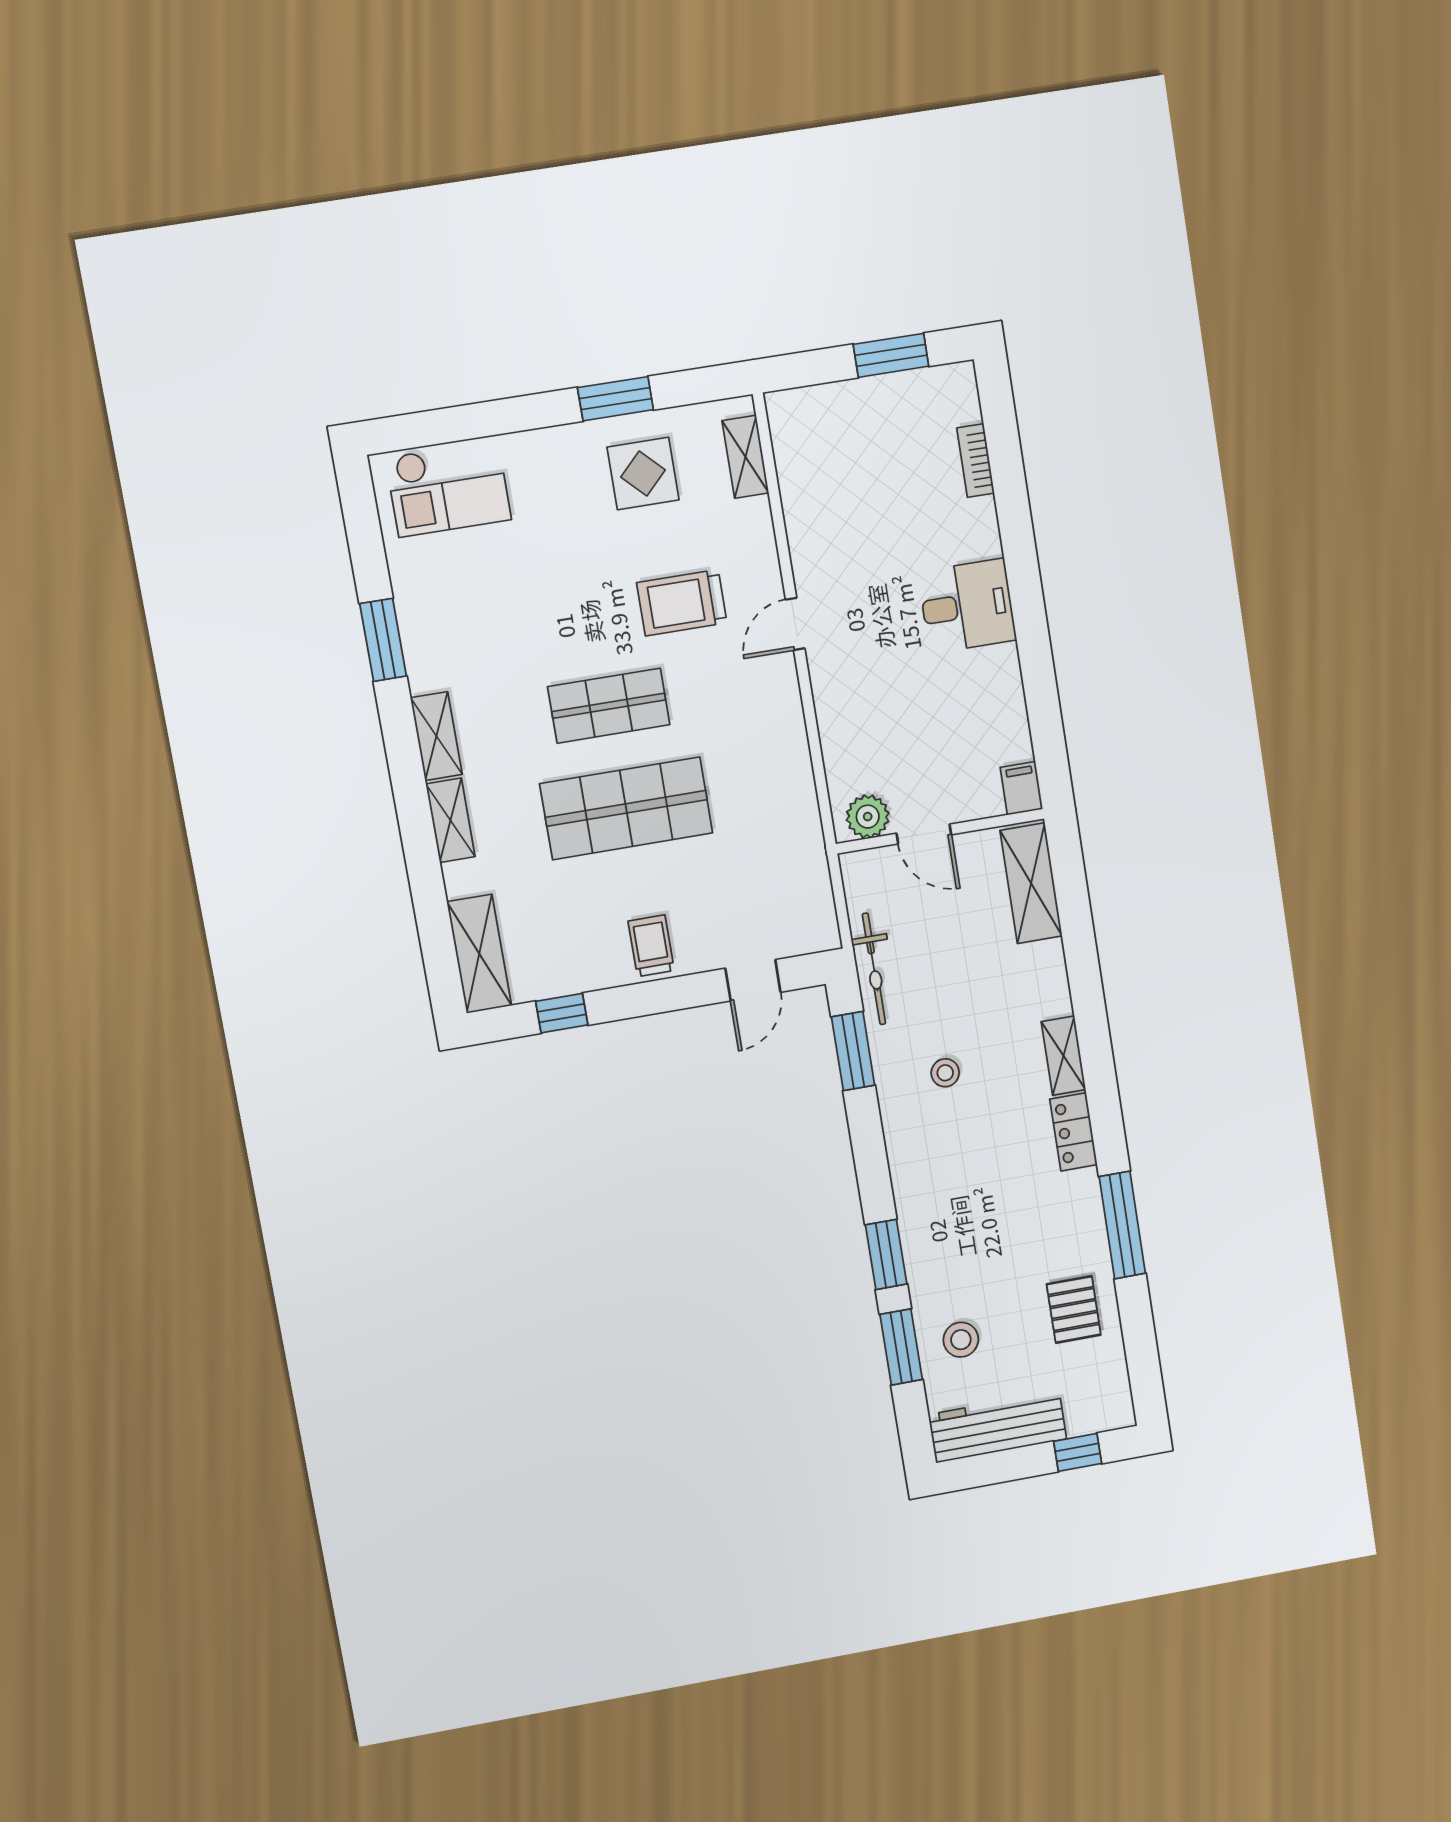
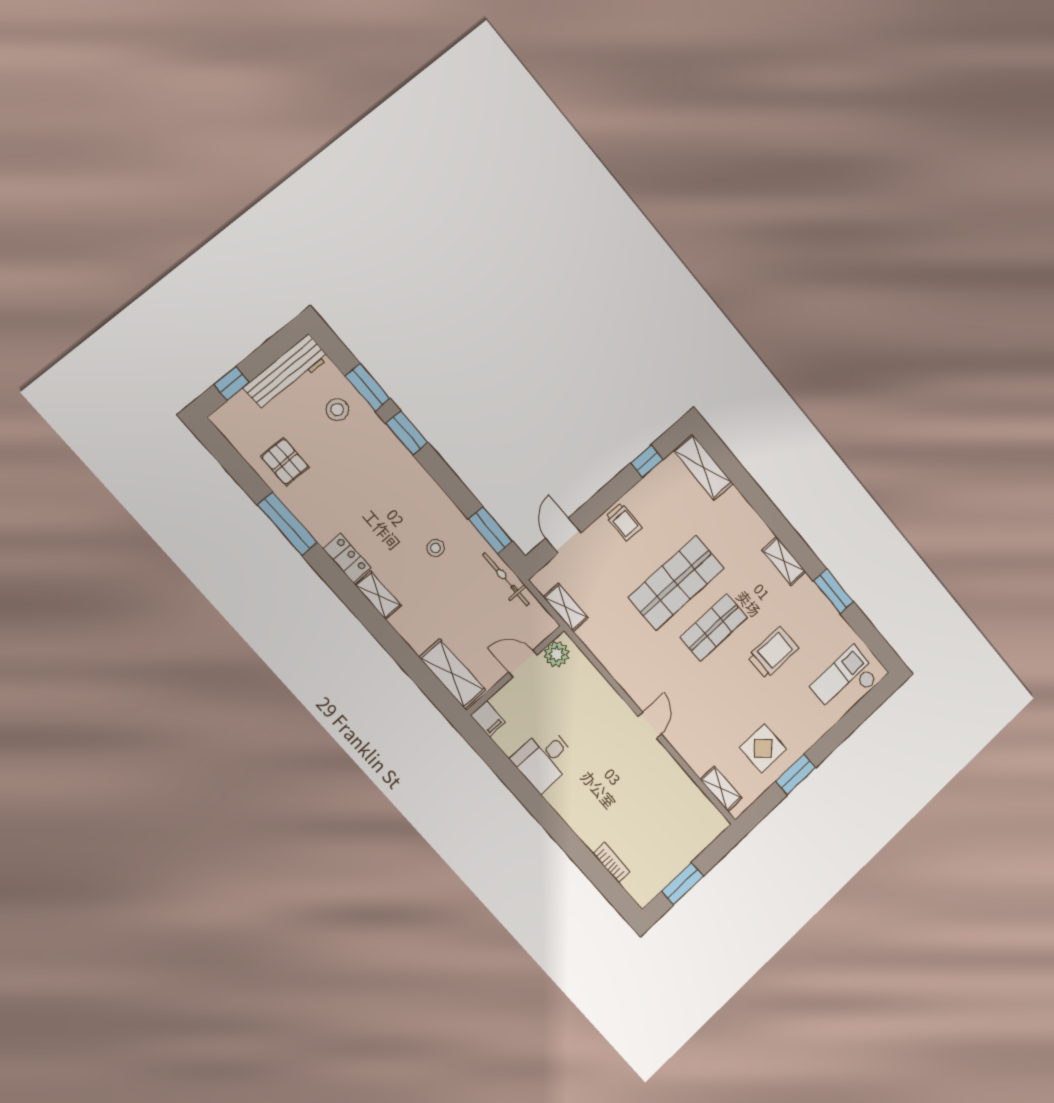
trolley: (682, 603) -> (773, 652), moved
desk: (967, 606) -> (544, 759), moved
shelving: (450, 820) -> (566, 607), moved

